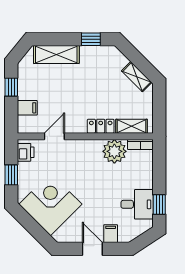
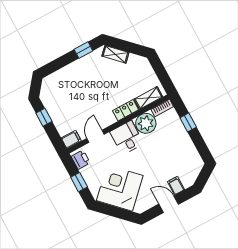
shelving: (56, 54) -> (64, 75), removed
shelving: (137, 77) -> (115, 54), moved
filing cabinet: (27, 108) -> (71, 139), moved
desk: (137, 204) -> (127, 138), moved, turned -90
window: (159, 205) -> (188, 122), moved

